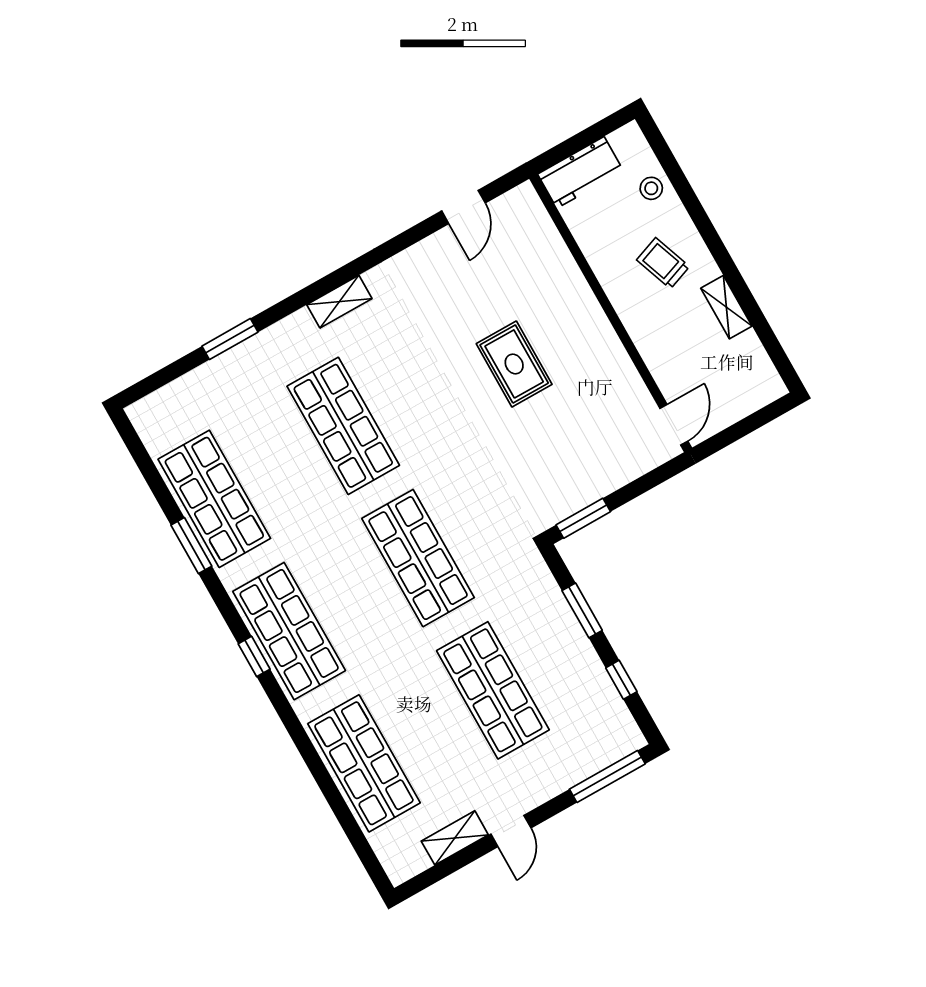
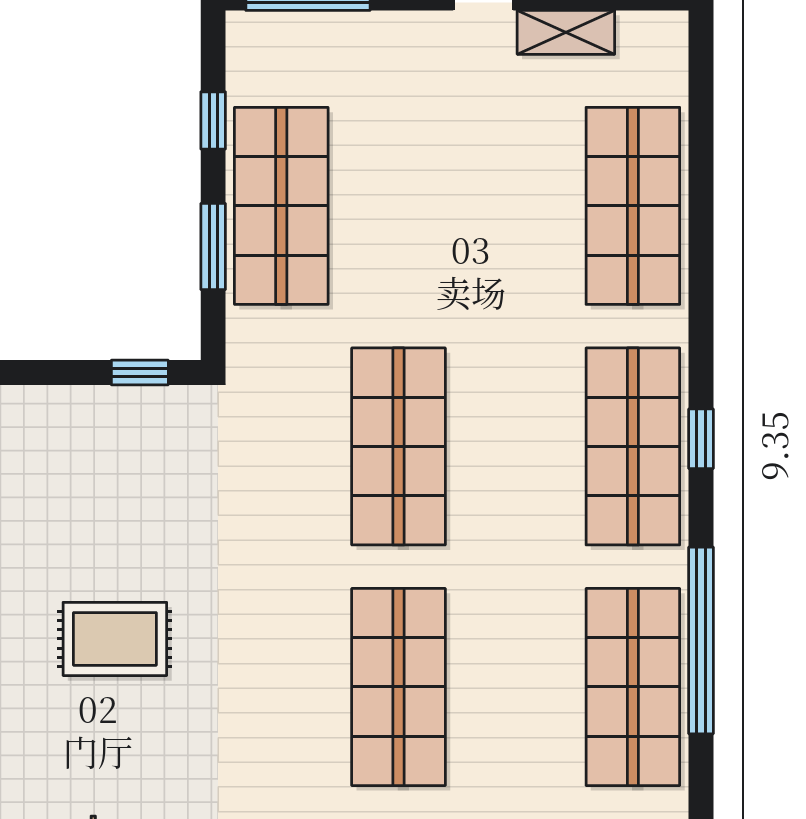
rug: (514, 364) -> (115, 639), turned 90
window: (583, 518) -> (140, 373), width x0.67
window: (191, 546) -> (701, 640), width x2.11
shop shelf: (493, 690) -> (281, 206), moved

